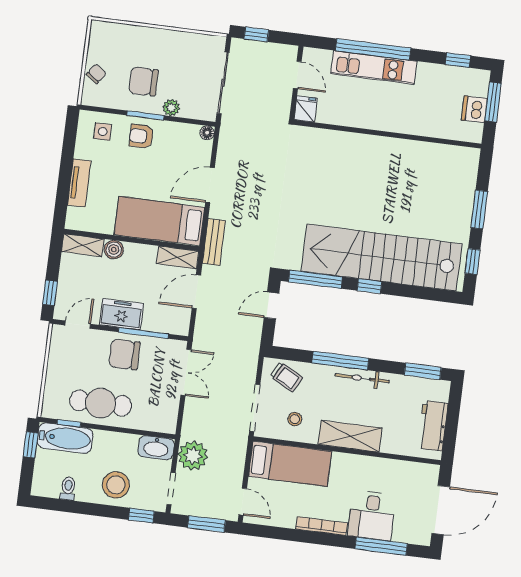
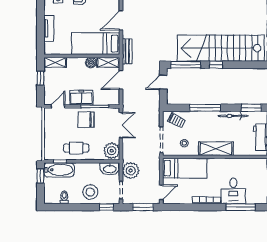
boiler: (114, 250) -> (91, 63), moved
window: (50, 293) -> (40, 78), moved
bicycle: (362, 378) -> (233, 116), moved
cafe table: (101, 403) -> (76, 148), width x0.73, depth x0.74
plant: (163, 416) -> (112, 151), added
door: (243, 502) -> (161, 192), hinge flipped

